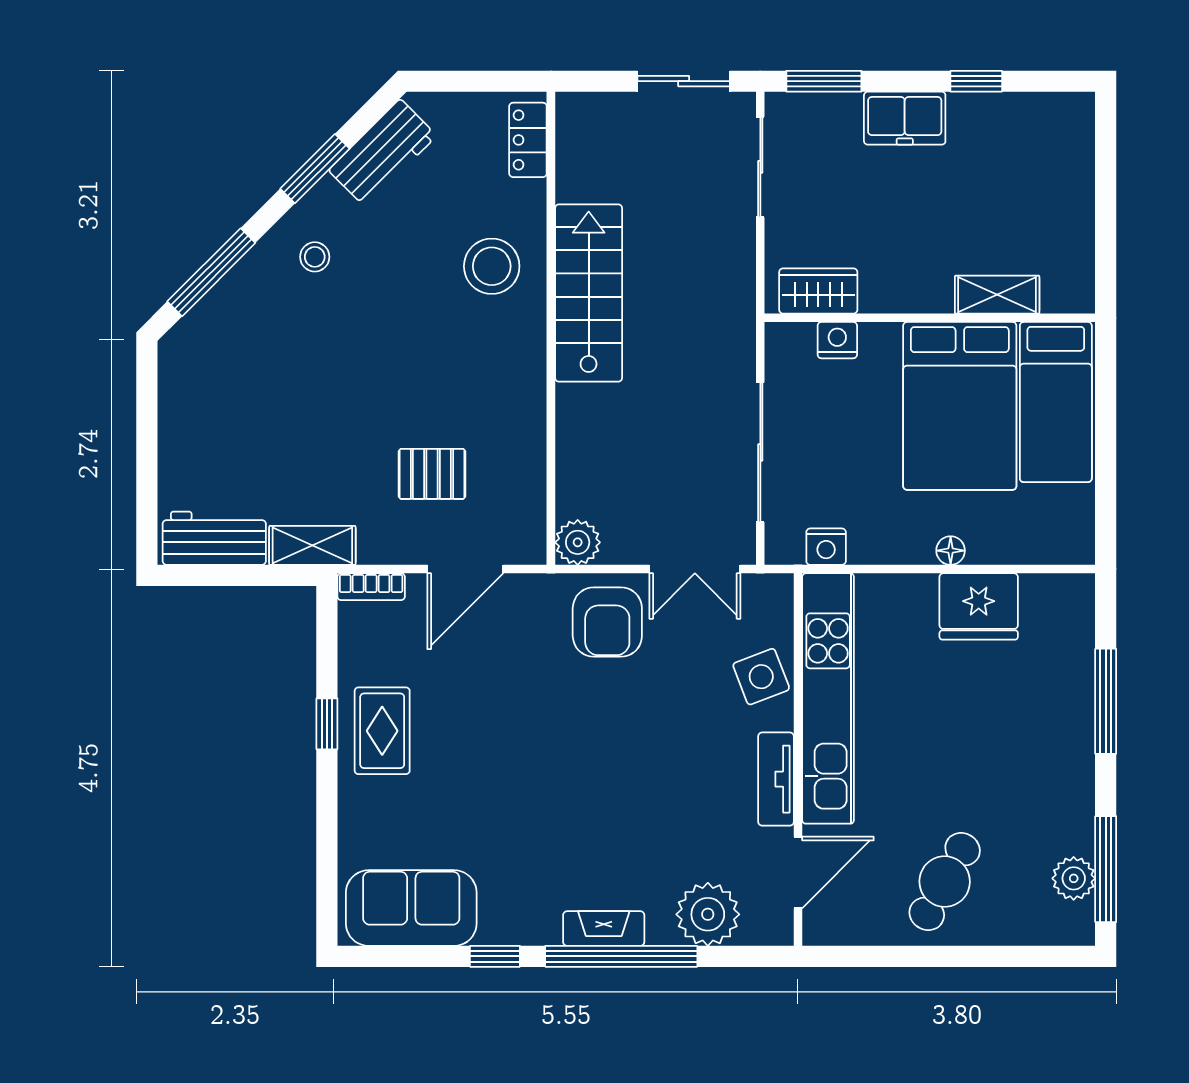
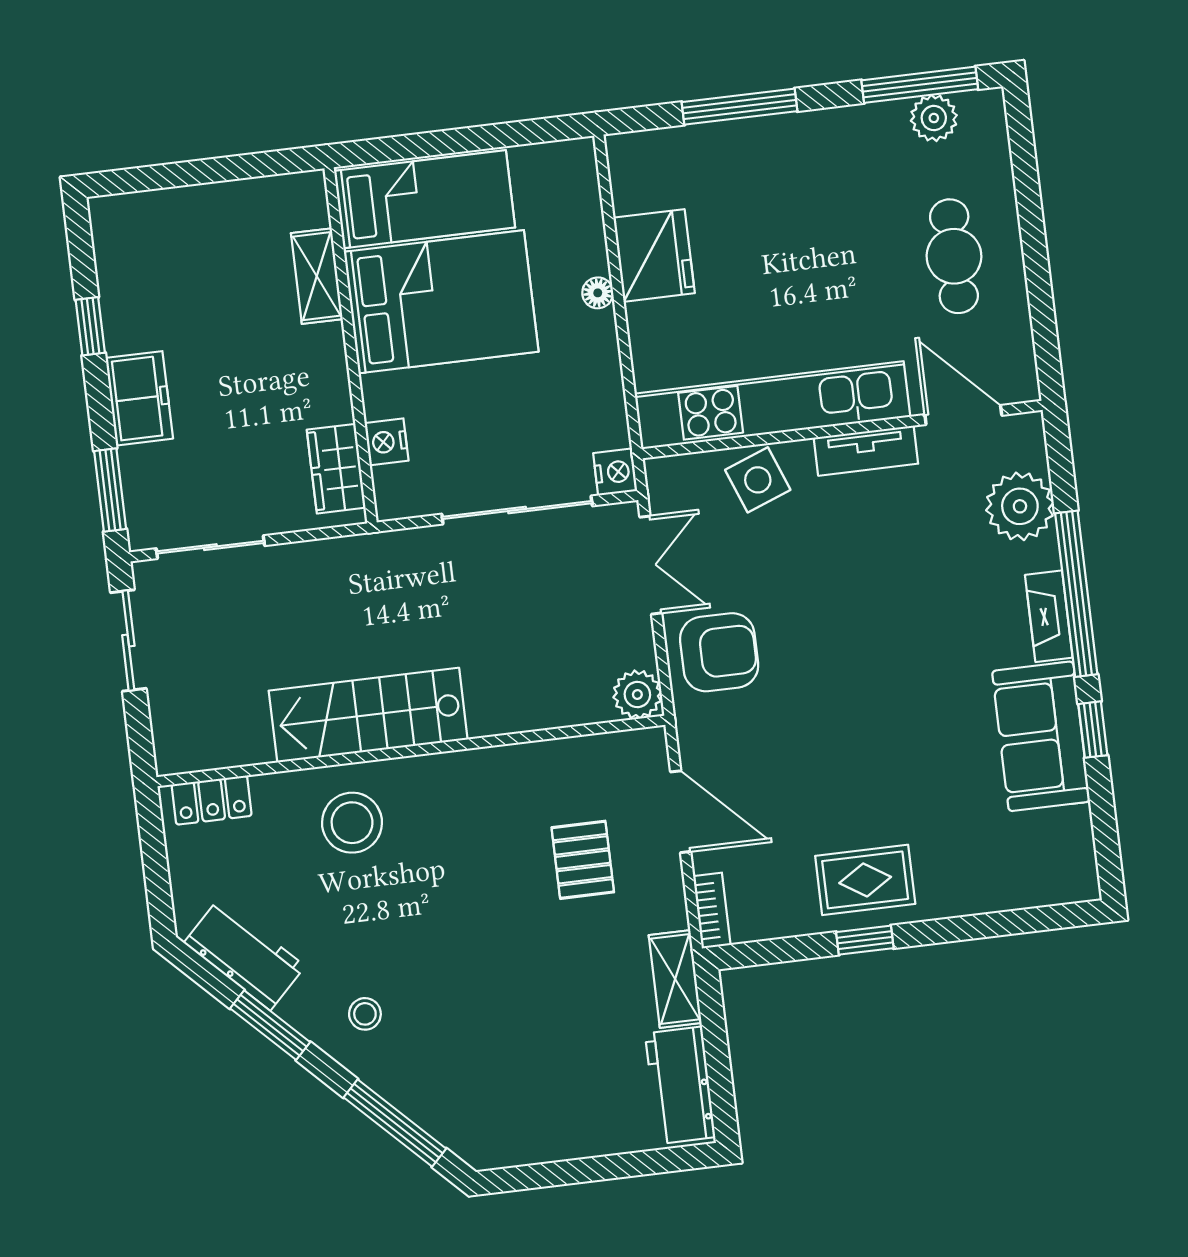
nightstand: (826, 547) -> (615, 472), moved
cafe table: (945, 882) -> (954, 256), turned 61
sofa: (411, 908) -> (1041, 736), moved

